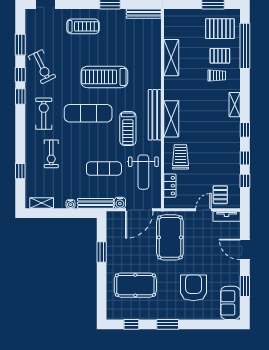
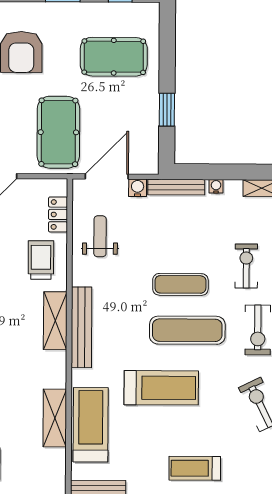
treadmill: (128, 129) -> (91, 425), moved, width x1.37, depth x1.38
trolley: (180, 157) -> (41, 260), turned 180
exercise mat: (104, 169) -> (180, 284), moved
weight bench: (143, 172) -> (100, 236), width x0.73, depth x0.75

